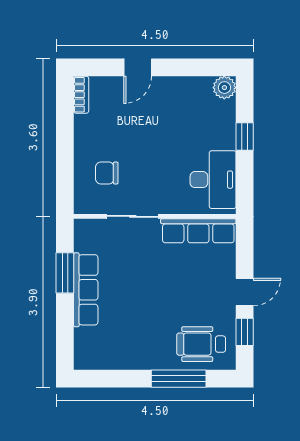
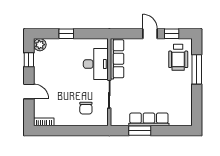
window: (197, 67) -> (29, 60), added
desk: (213, 180) -> (96, 64), moved, turned 90

